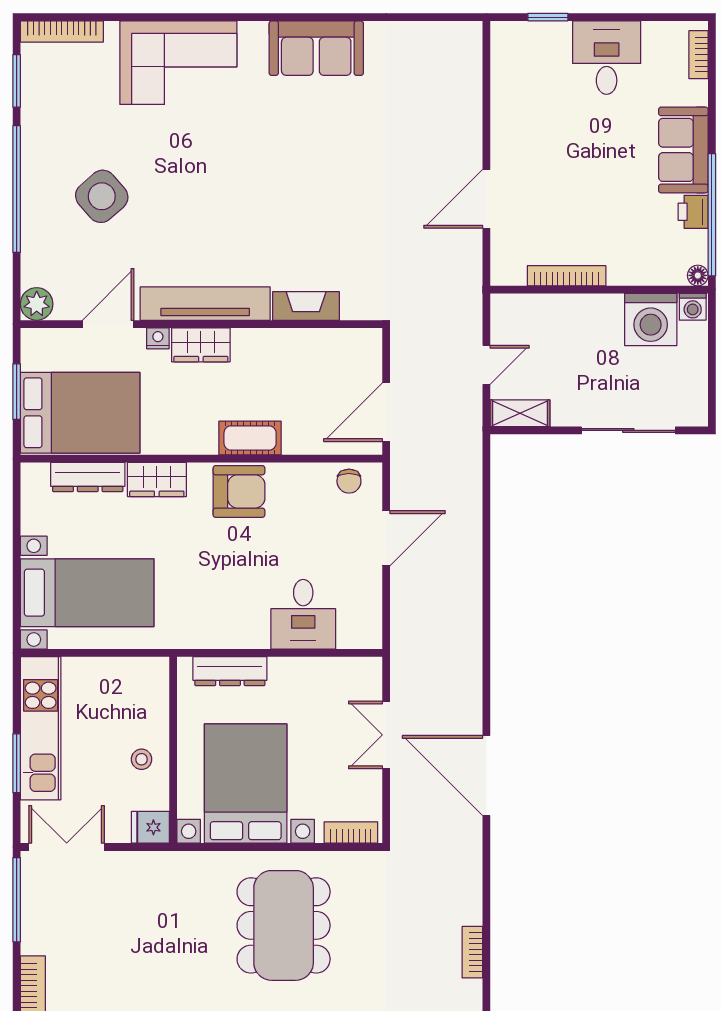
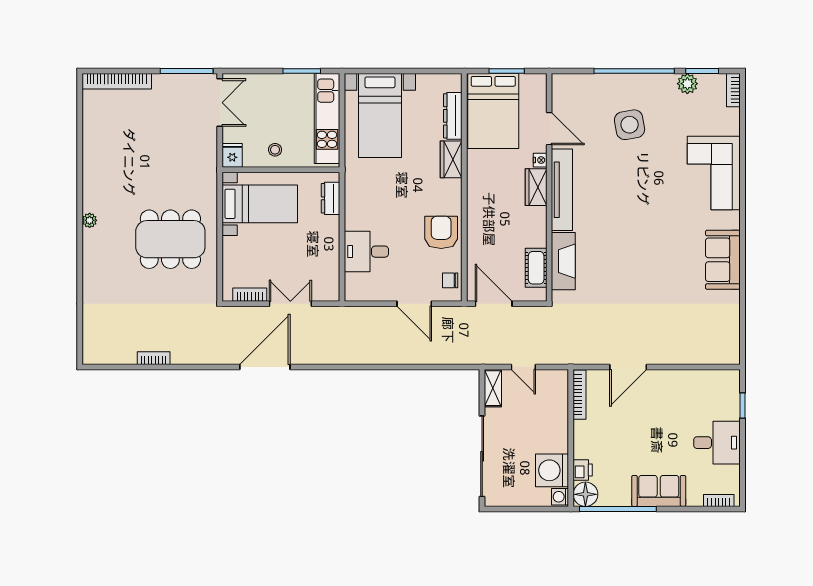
bookcase: (62, 31) -> (733, 90), width x0.64
side table: (102, 196) -> (630, 125), turned 31
door: (486, 199) -> (628, 367), swing flipped
printer: (693, 212) -> (583, 470), moved, turned 90
floor lamp: (698, 275) -> (585, 494), width x1.89, depth x1.89
bookcase: (567, 276) -> (580, 395), moved
plant: (37, 304) -> (687, 84), moved
fireplace: (306, 306) -> (563, 261), width x1.37, depth x1.32
sliding door: (628, 430) -> (482, 456), width x1.36
cot: (250, 438) -> (536, 268), moved
armchair: (239, 491) -> (441, 232), moved, turned 180
dresser: (230, 671) -> (331, 198), width x0.70
kitchen unit: (41, 728) -> (327, 119), moved, turned 90
window: (17, 763) -> (302, 71), moved
bed with nightstands: (246, 784) -> (260, 204), width x0.73
bookcase: (351, 833) -> (250, 295), moved, turned -90

